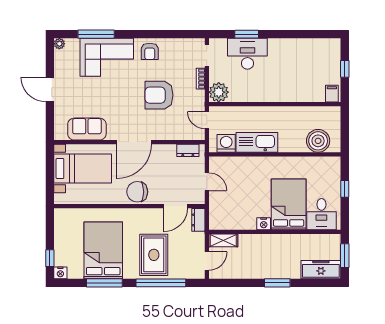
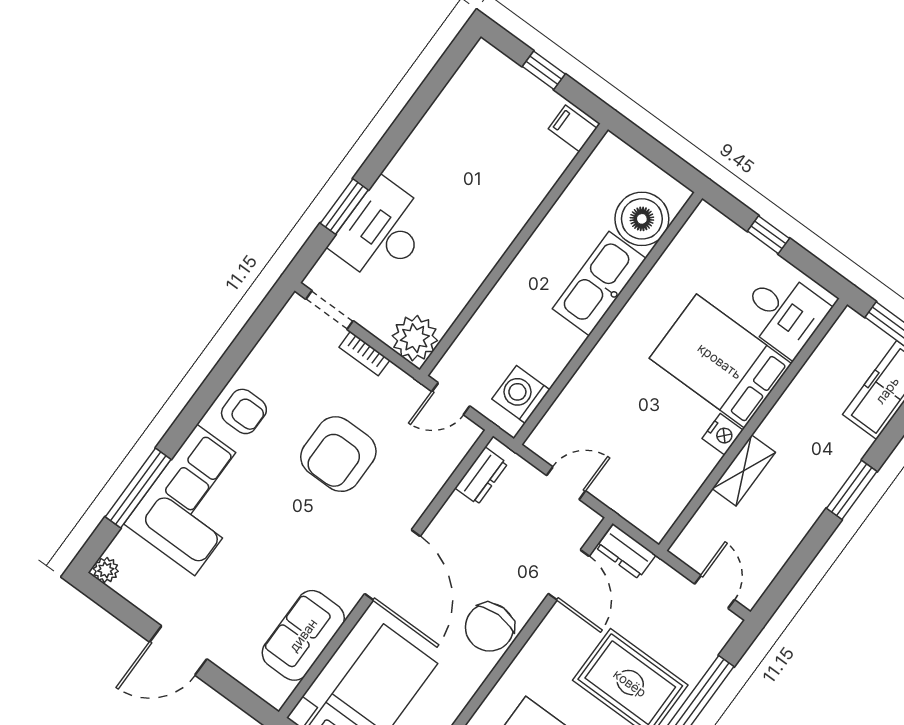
kitchen sink: (257, 142) -> (599, 283), moved
shelving: (223, 240) -> (744, 471), moved

